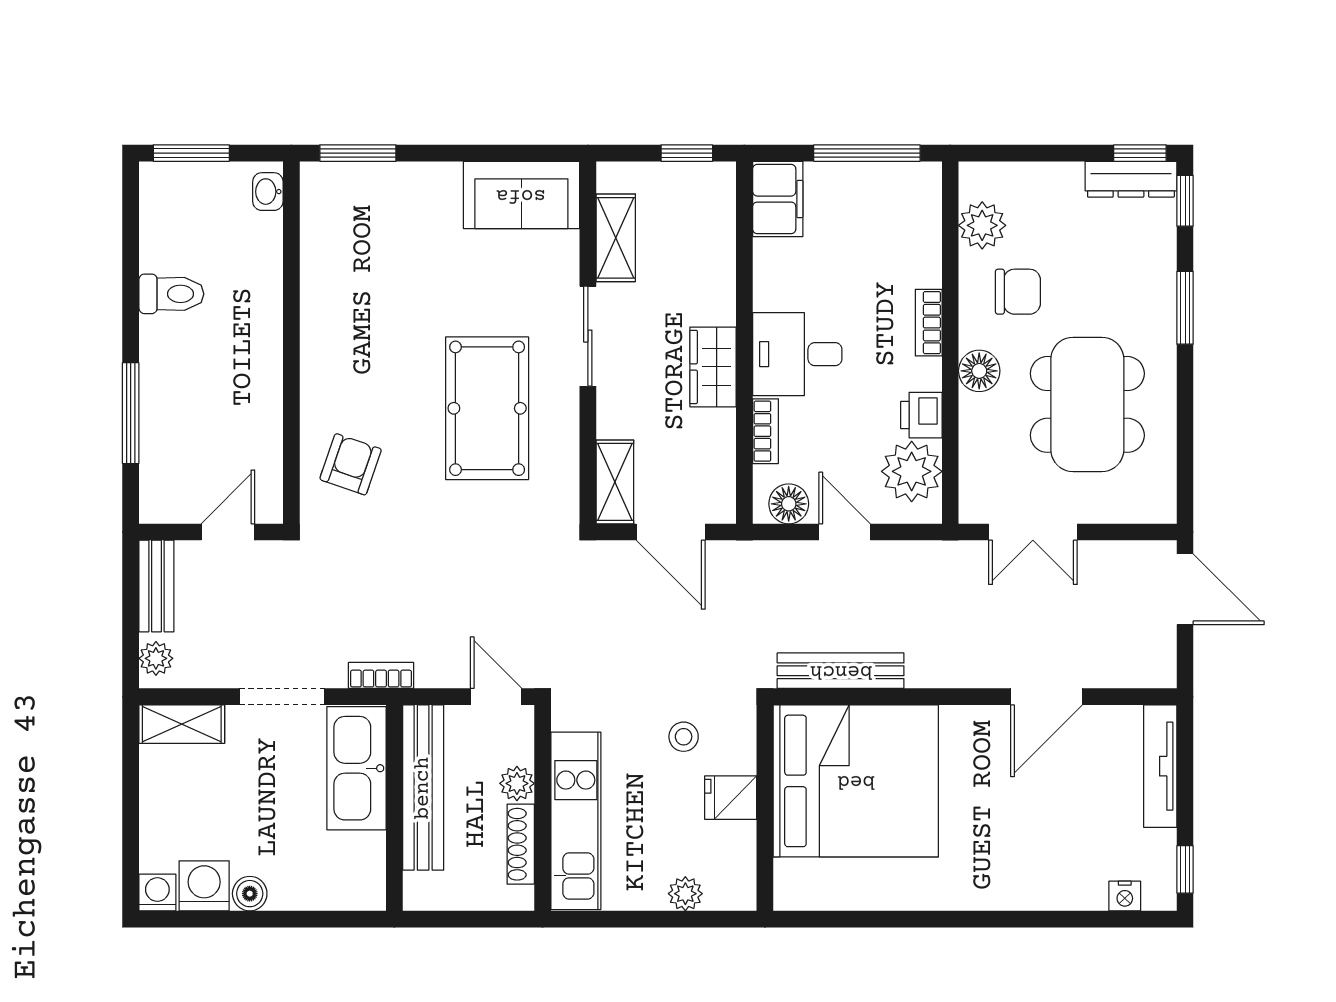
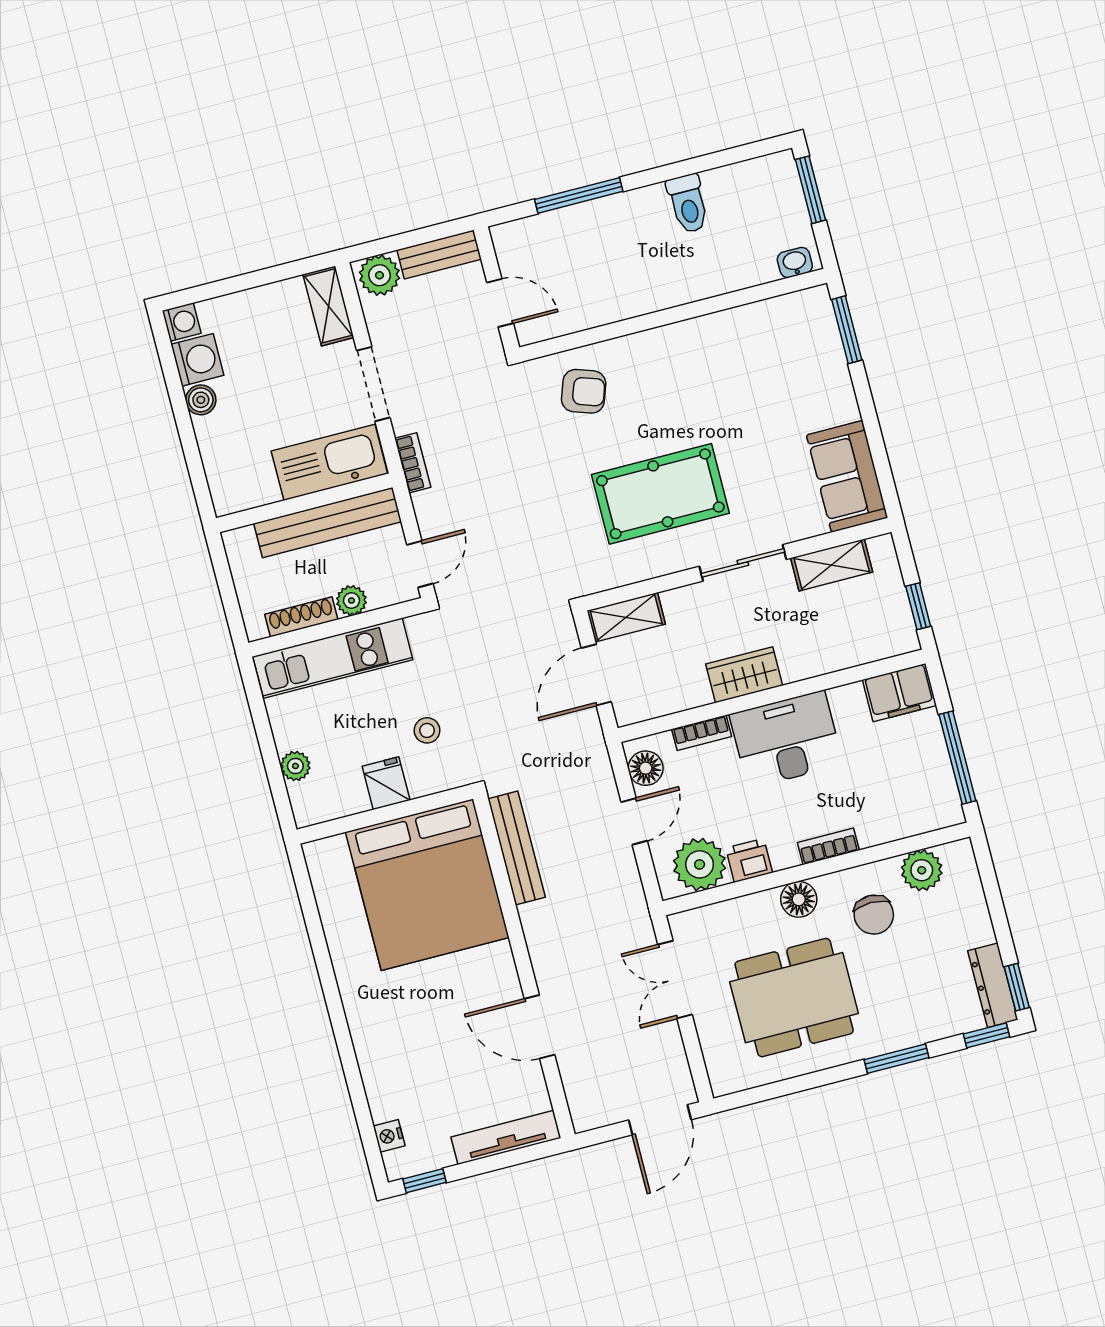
desk: (797, 354) -> (786, 739), width x1.37
plant: (156, 658) -> (379, 275), width x1.38, depth x1.38

